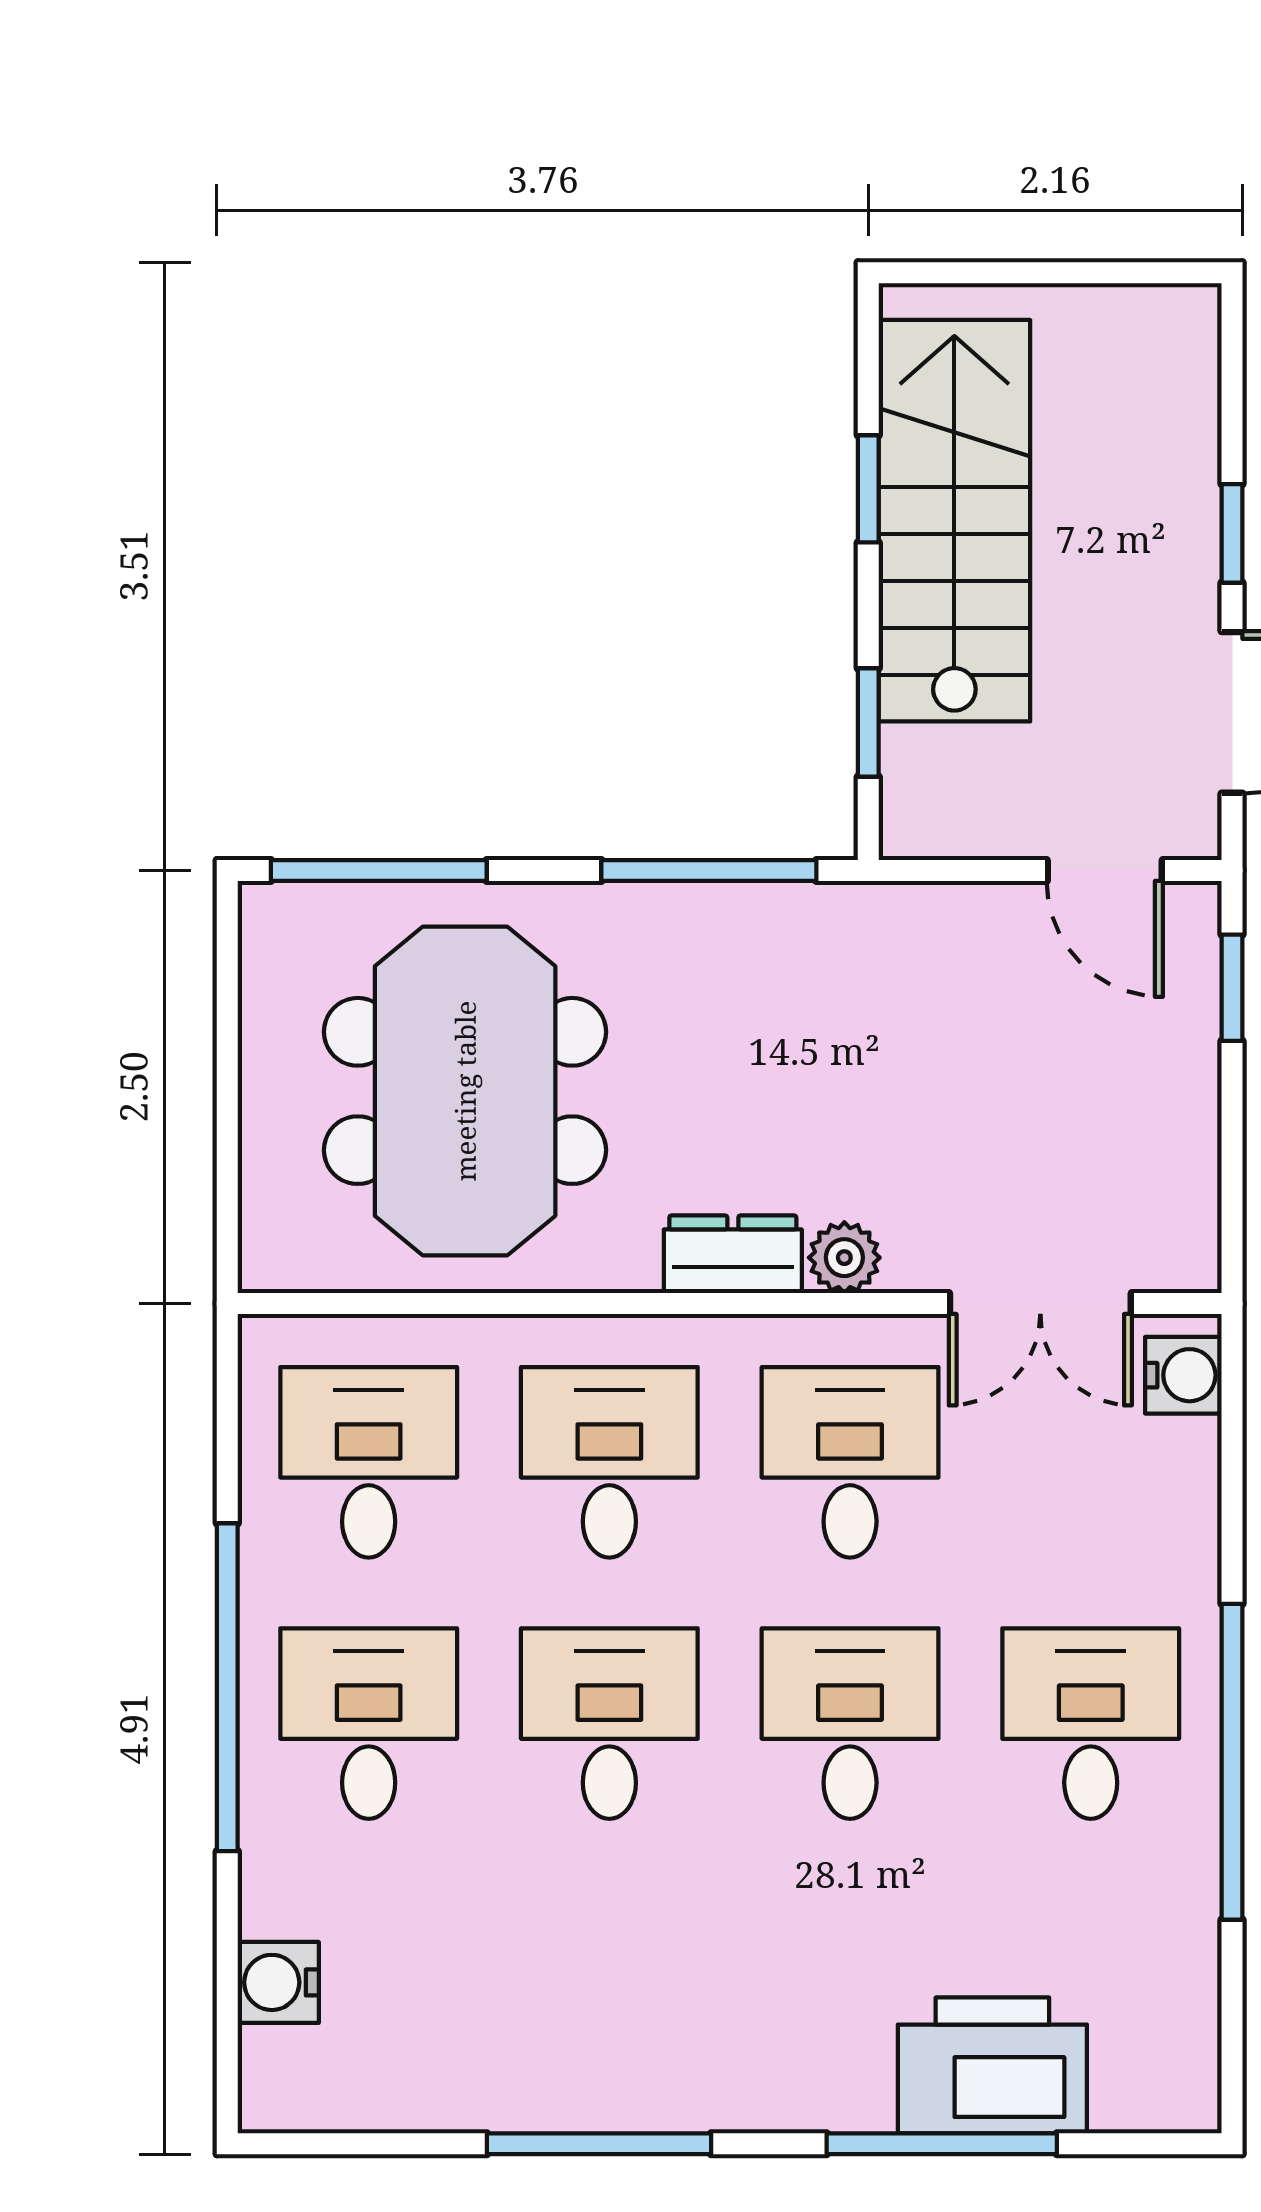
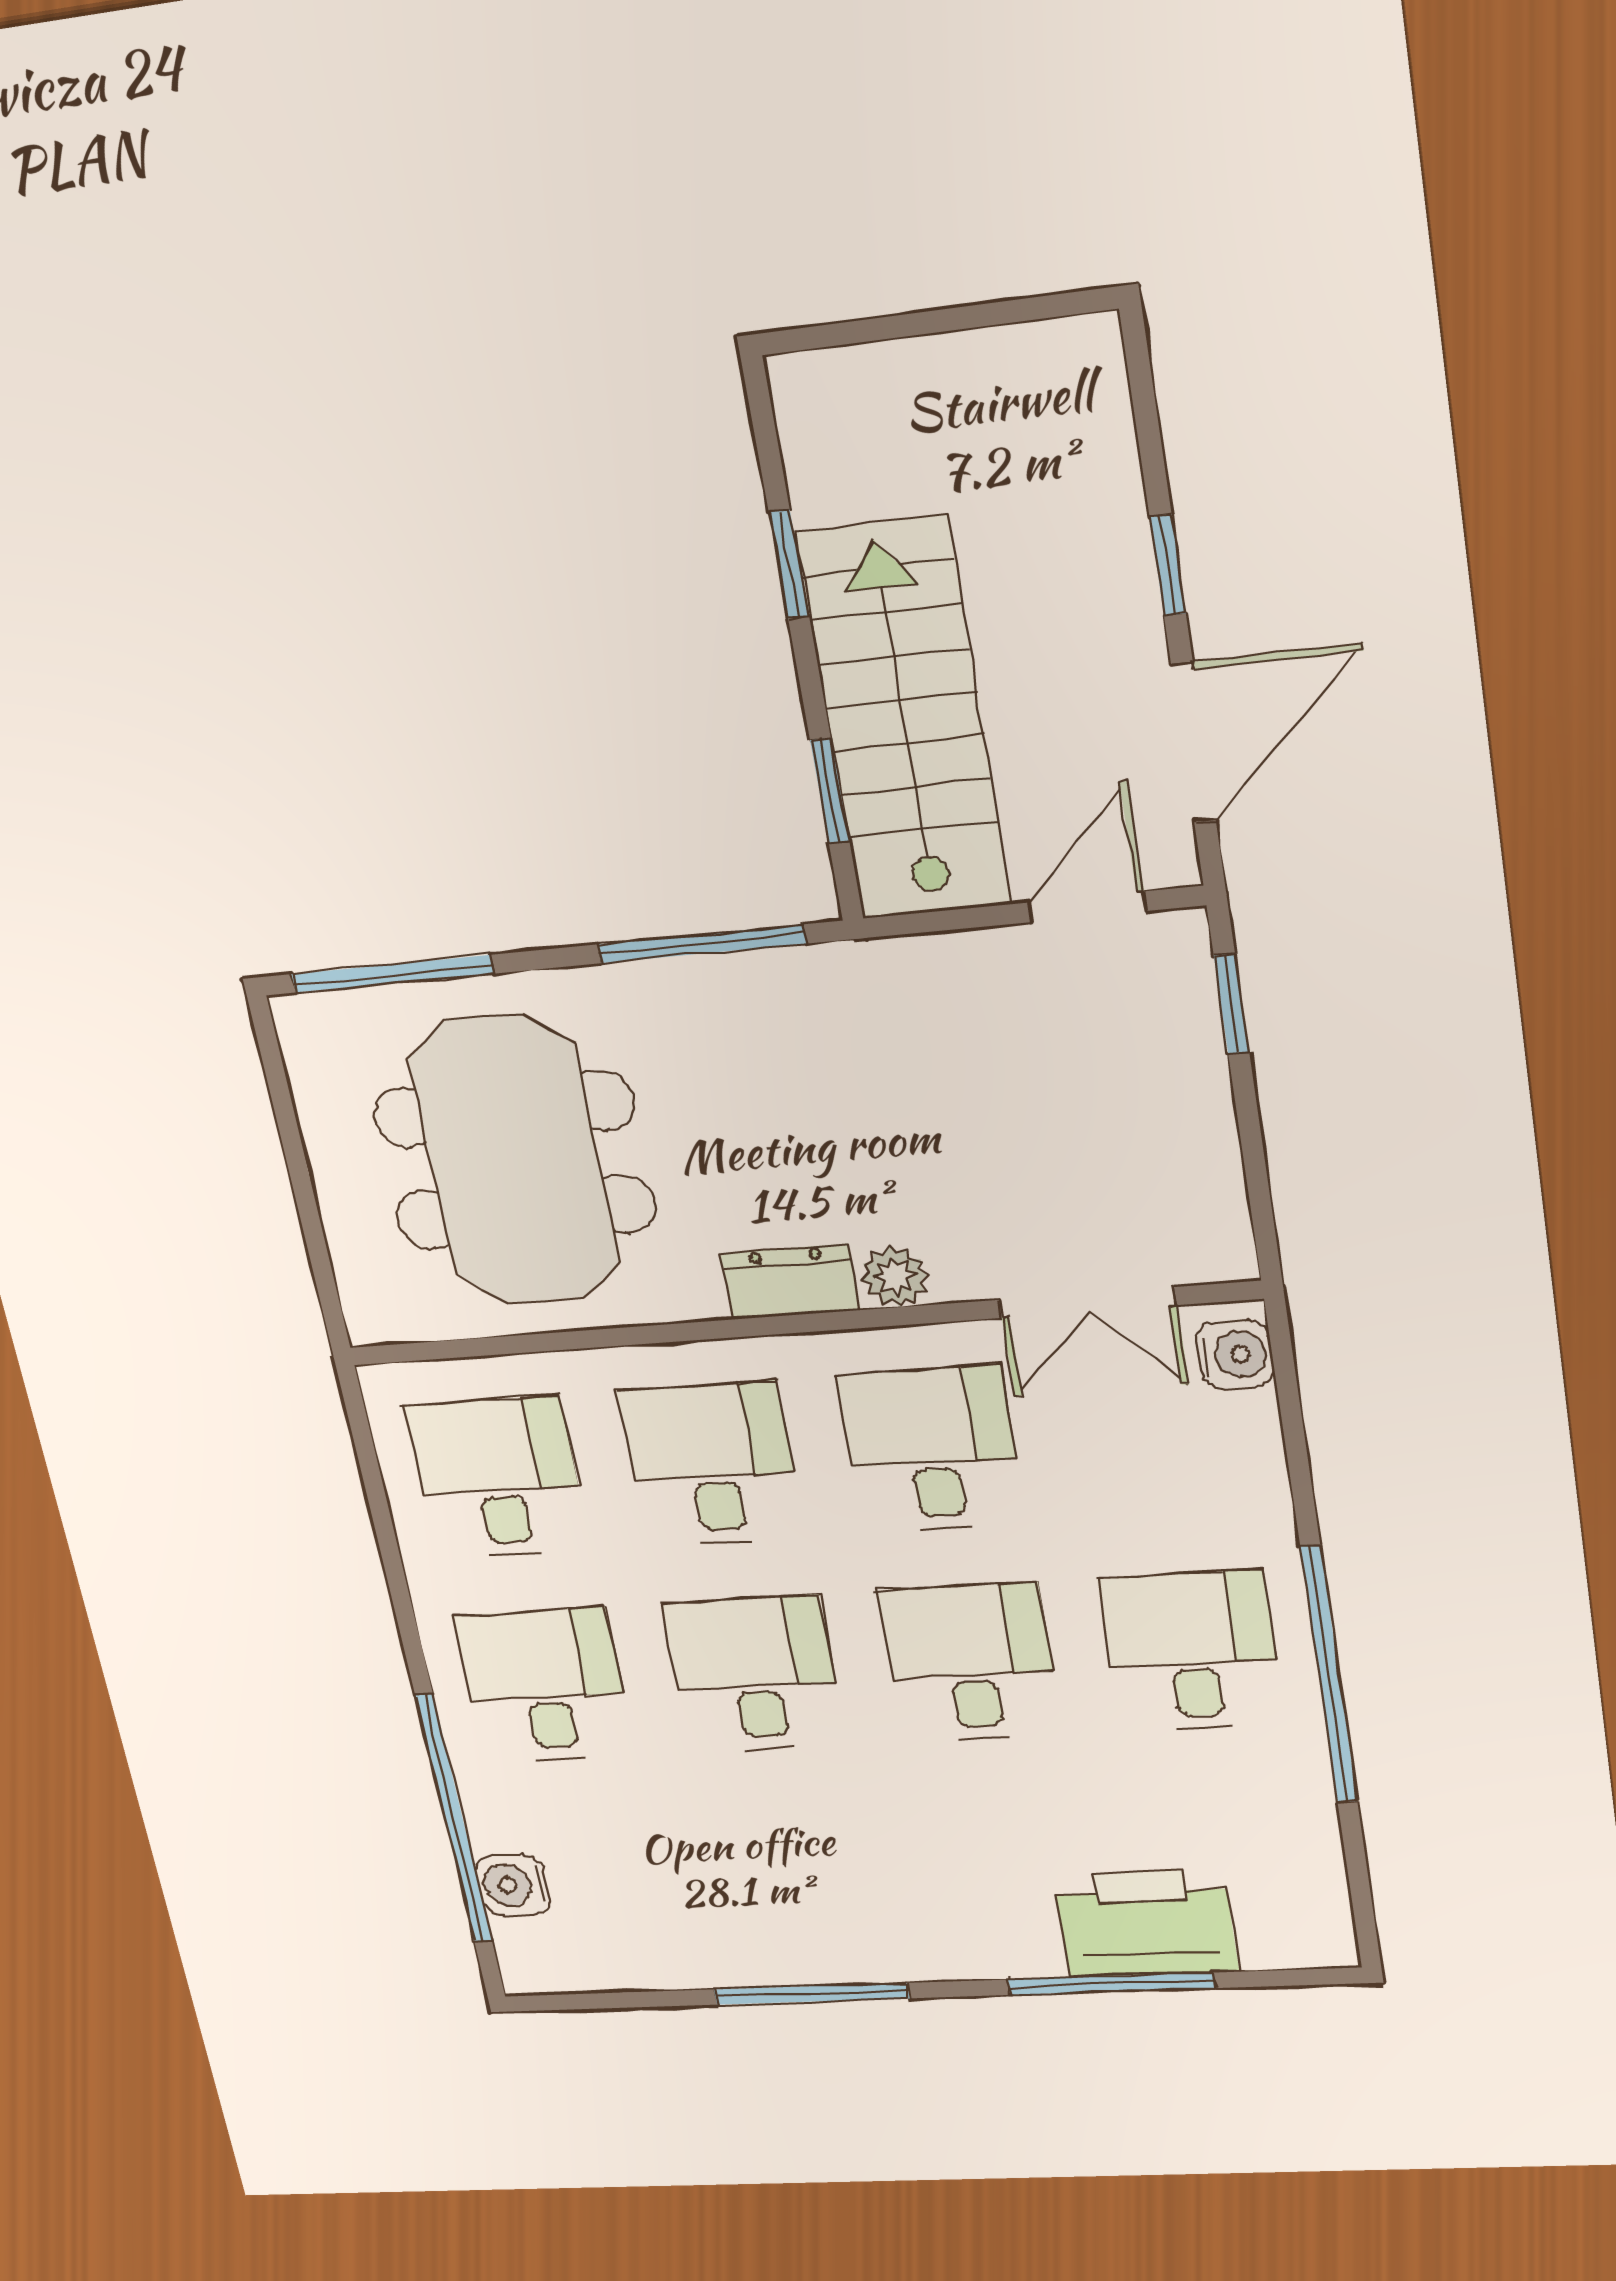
stairs: (954, 521) -> (904, 721), moved
door: (1105, 870) -> (1088, 907), swing flipped
window: (227, 1687) -> (454, 1819), moved

